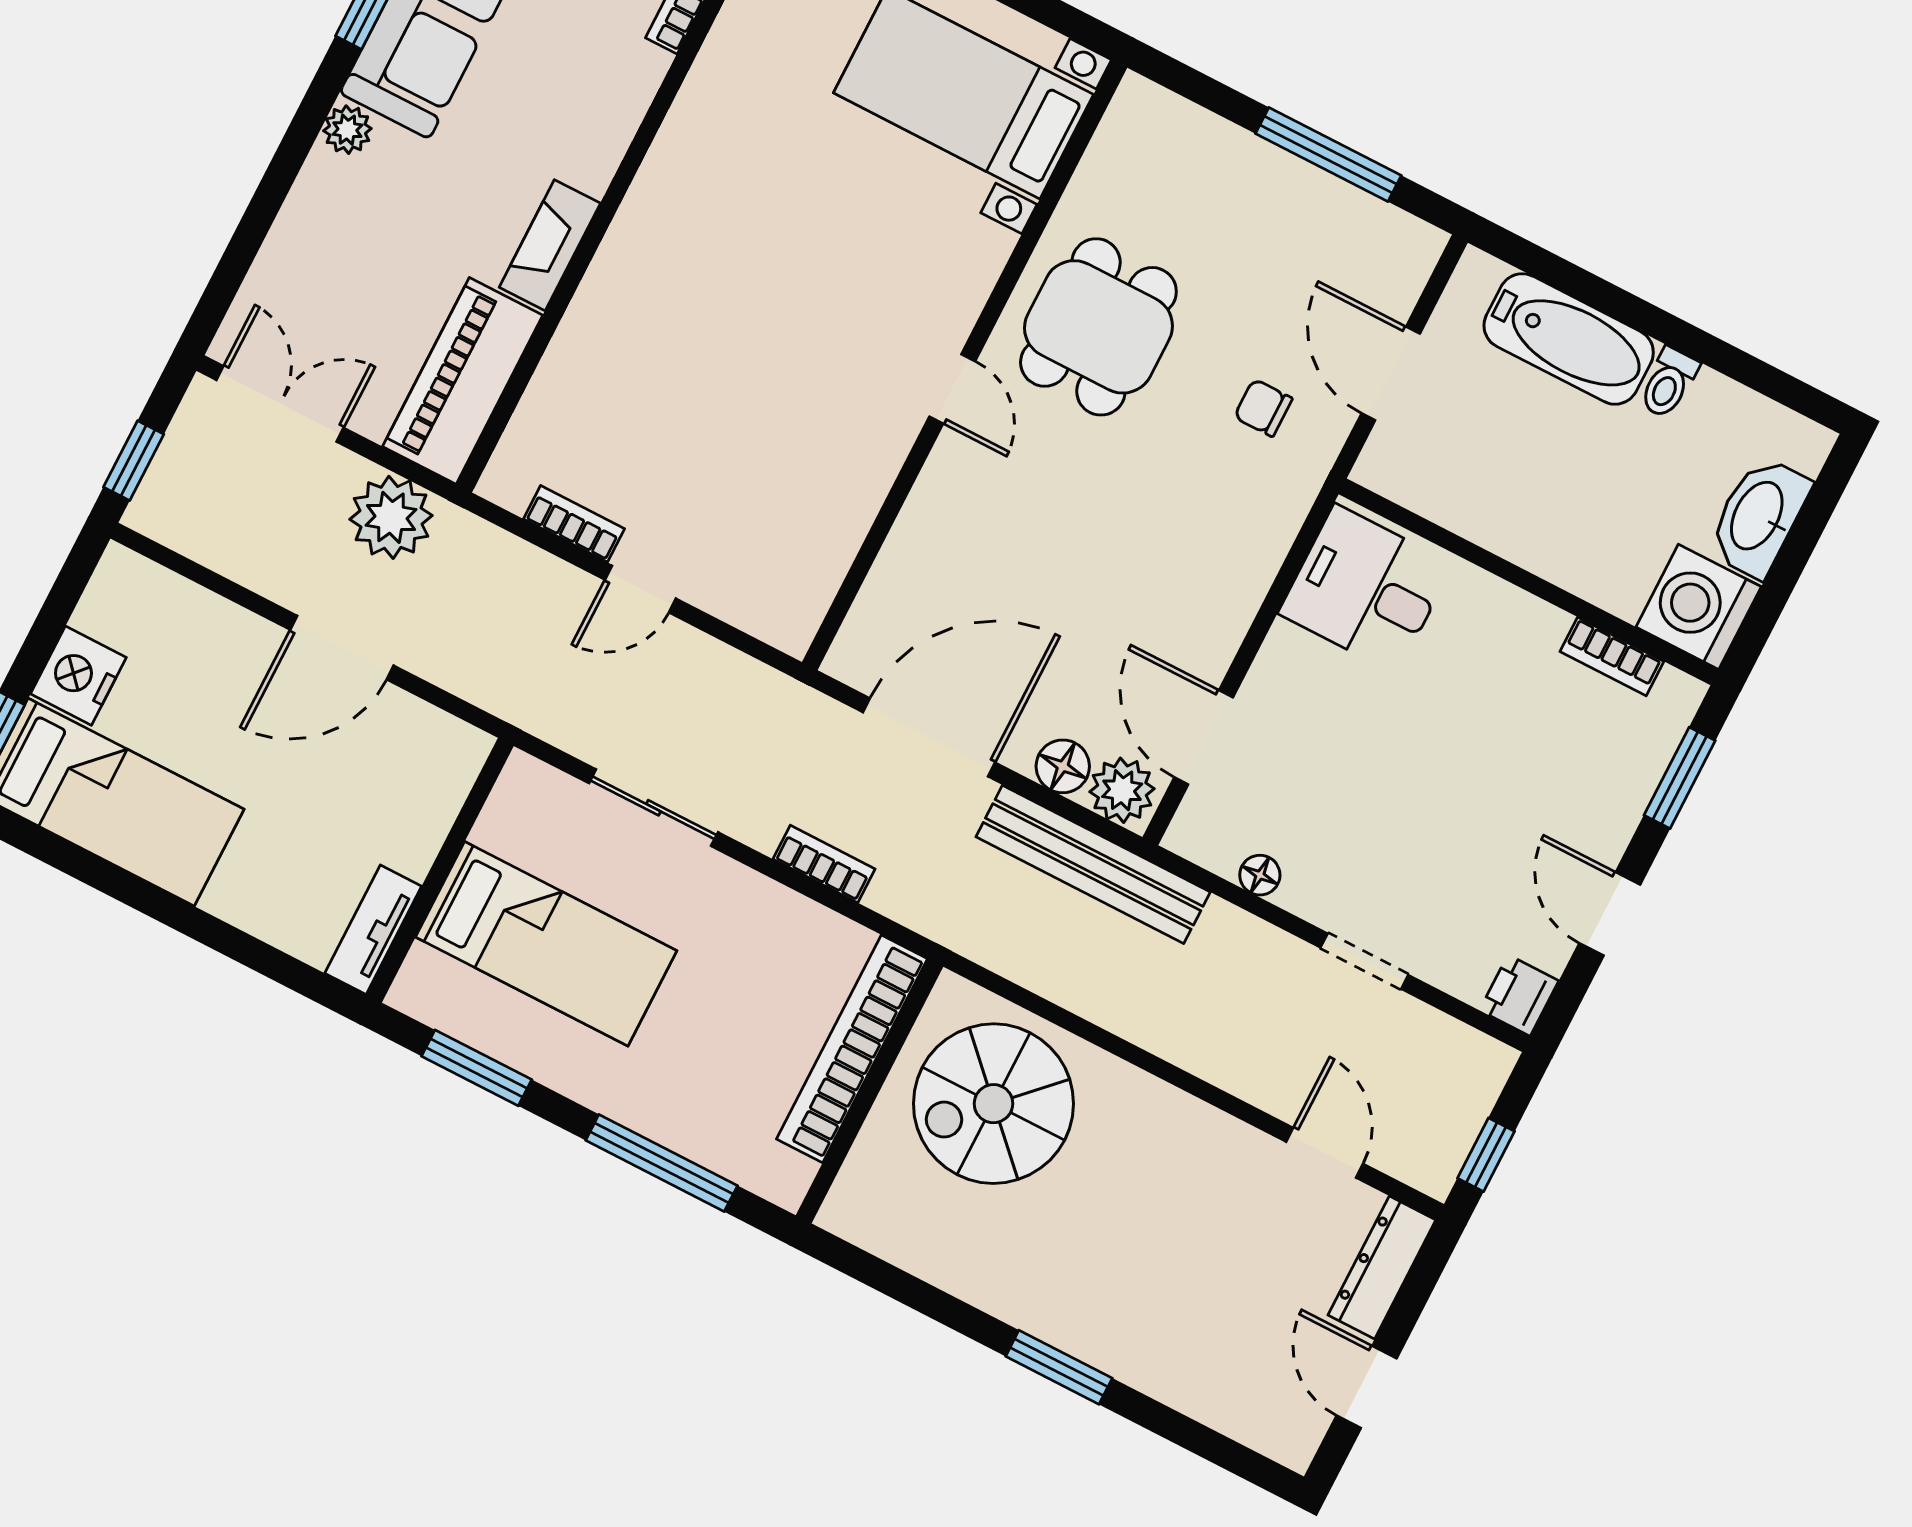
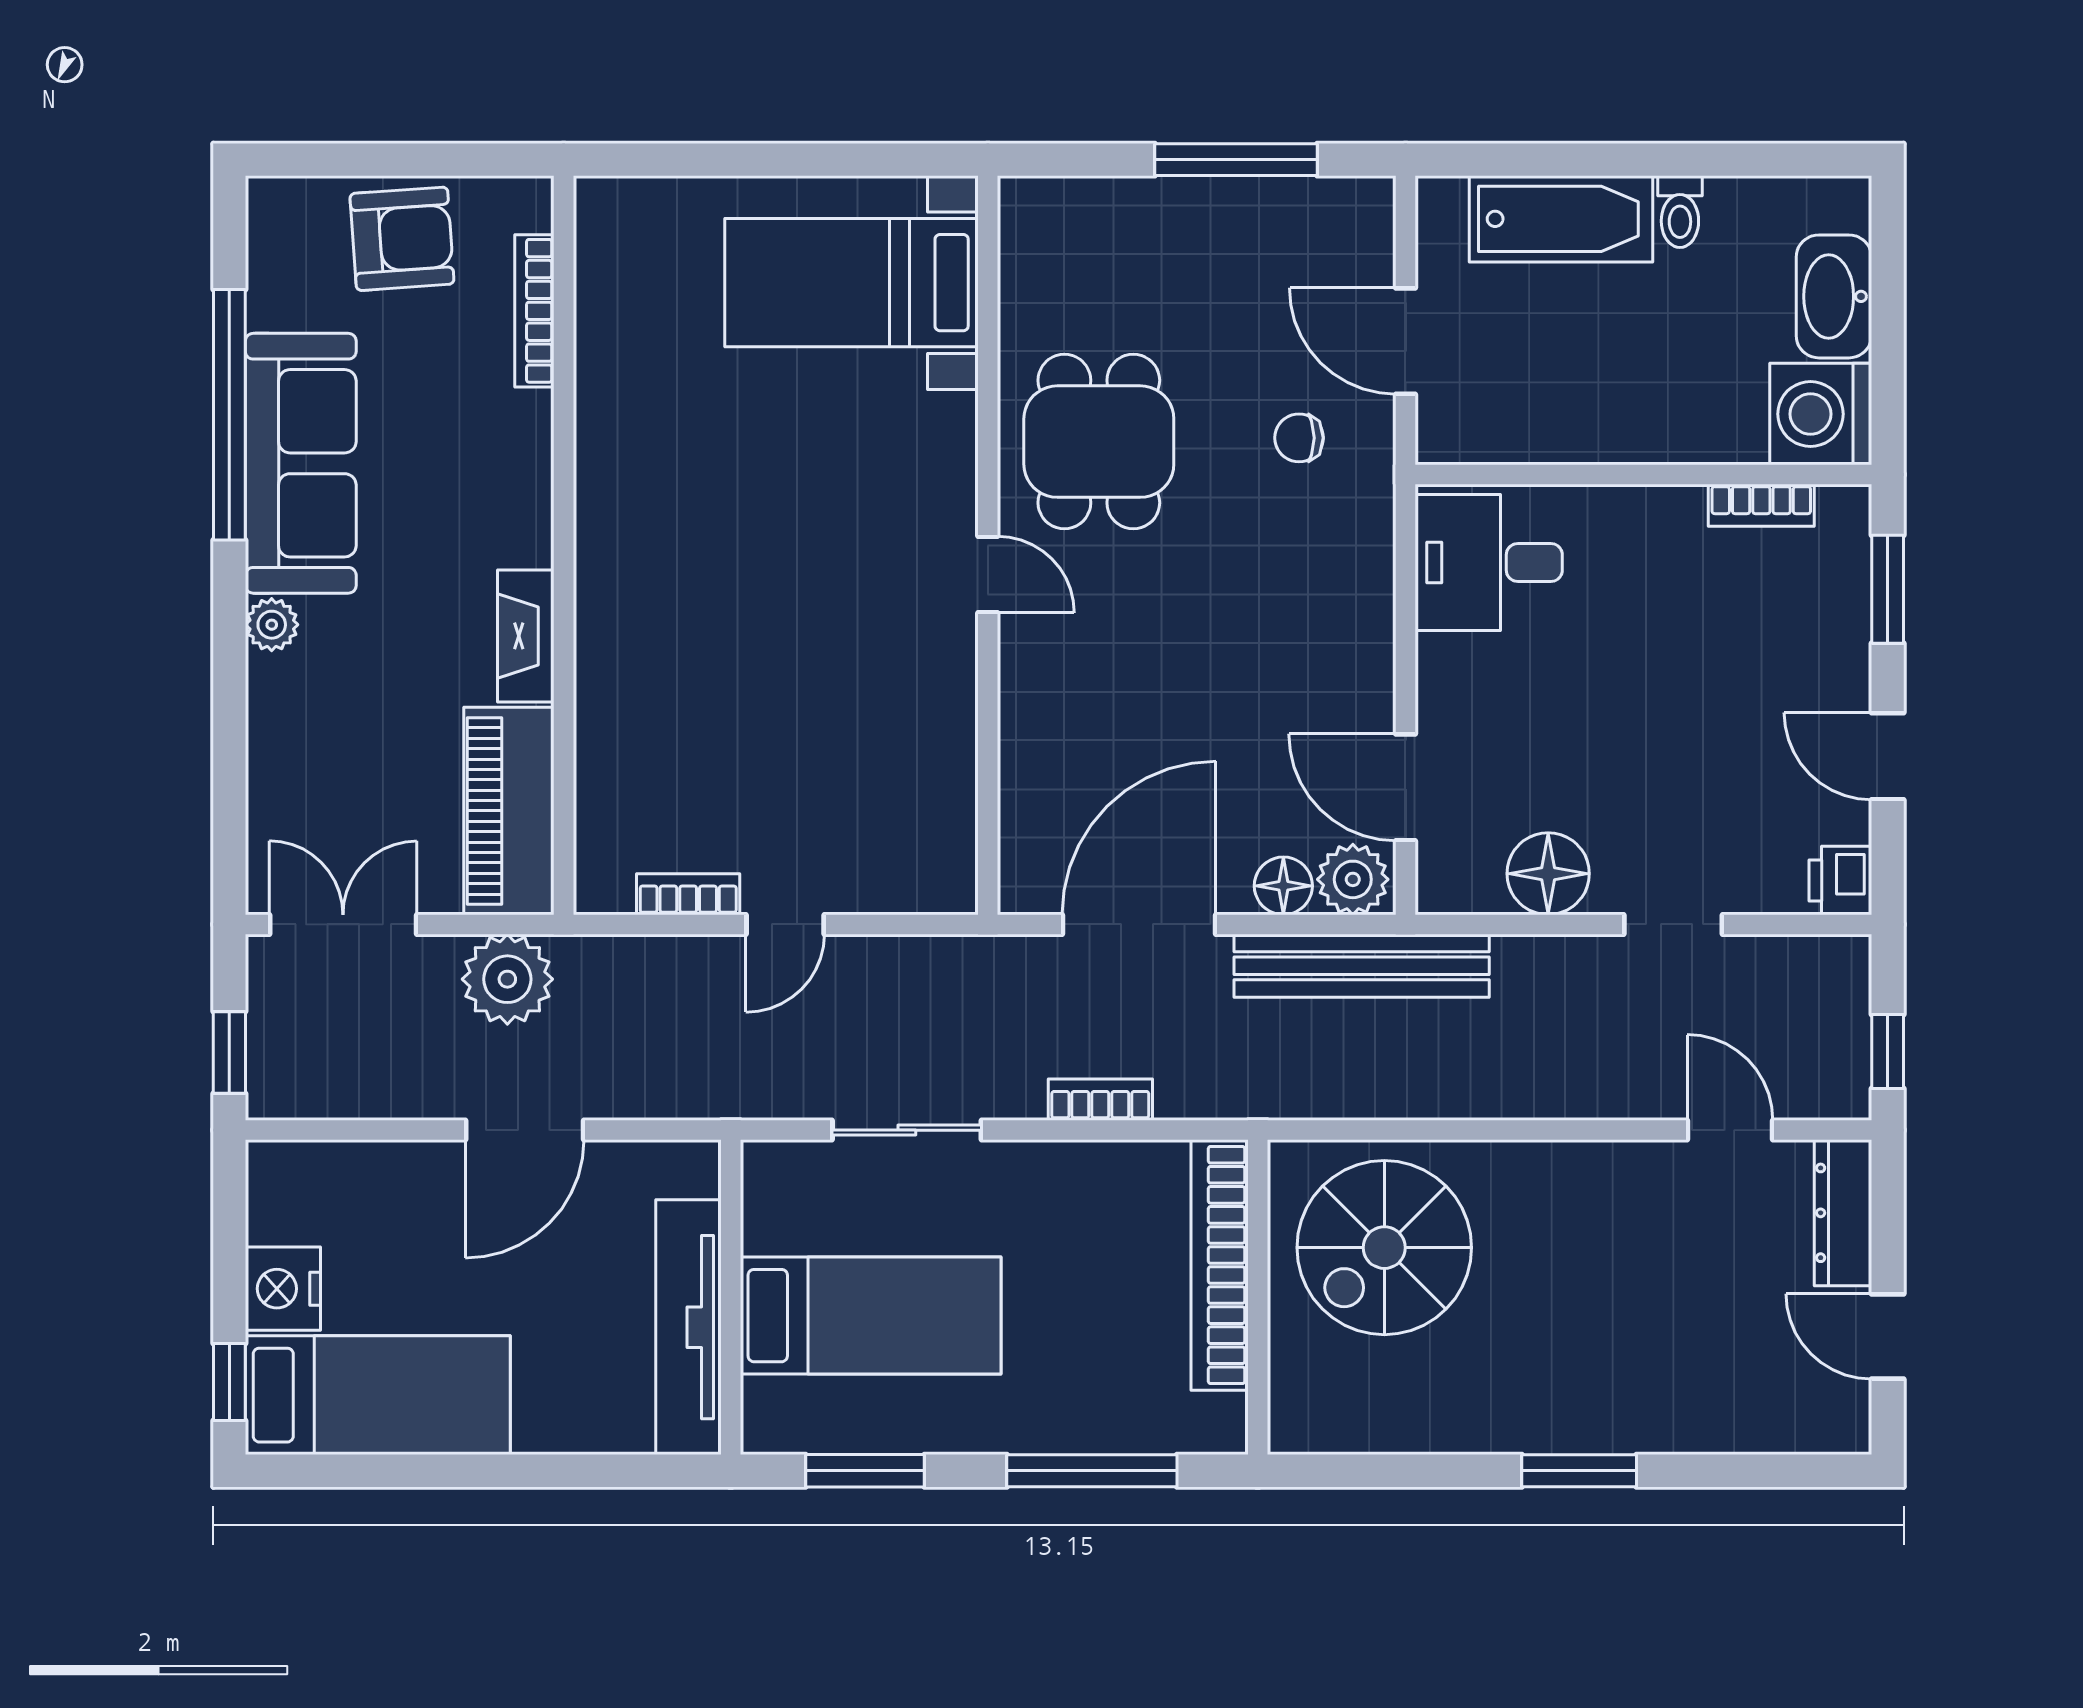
floor lamp: (1260, 875) -> (1548, 874), width x1.89, depth x1.89
tv unit: (373, 930) -> (688, 1327), width x1.92, depth x1.29

